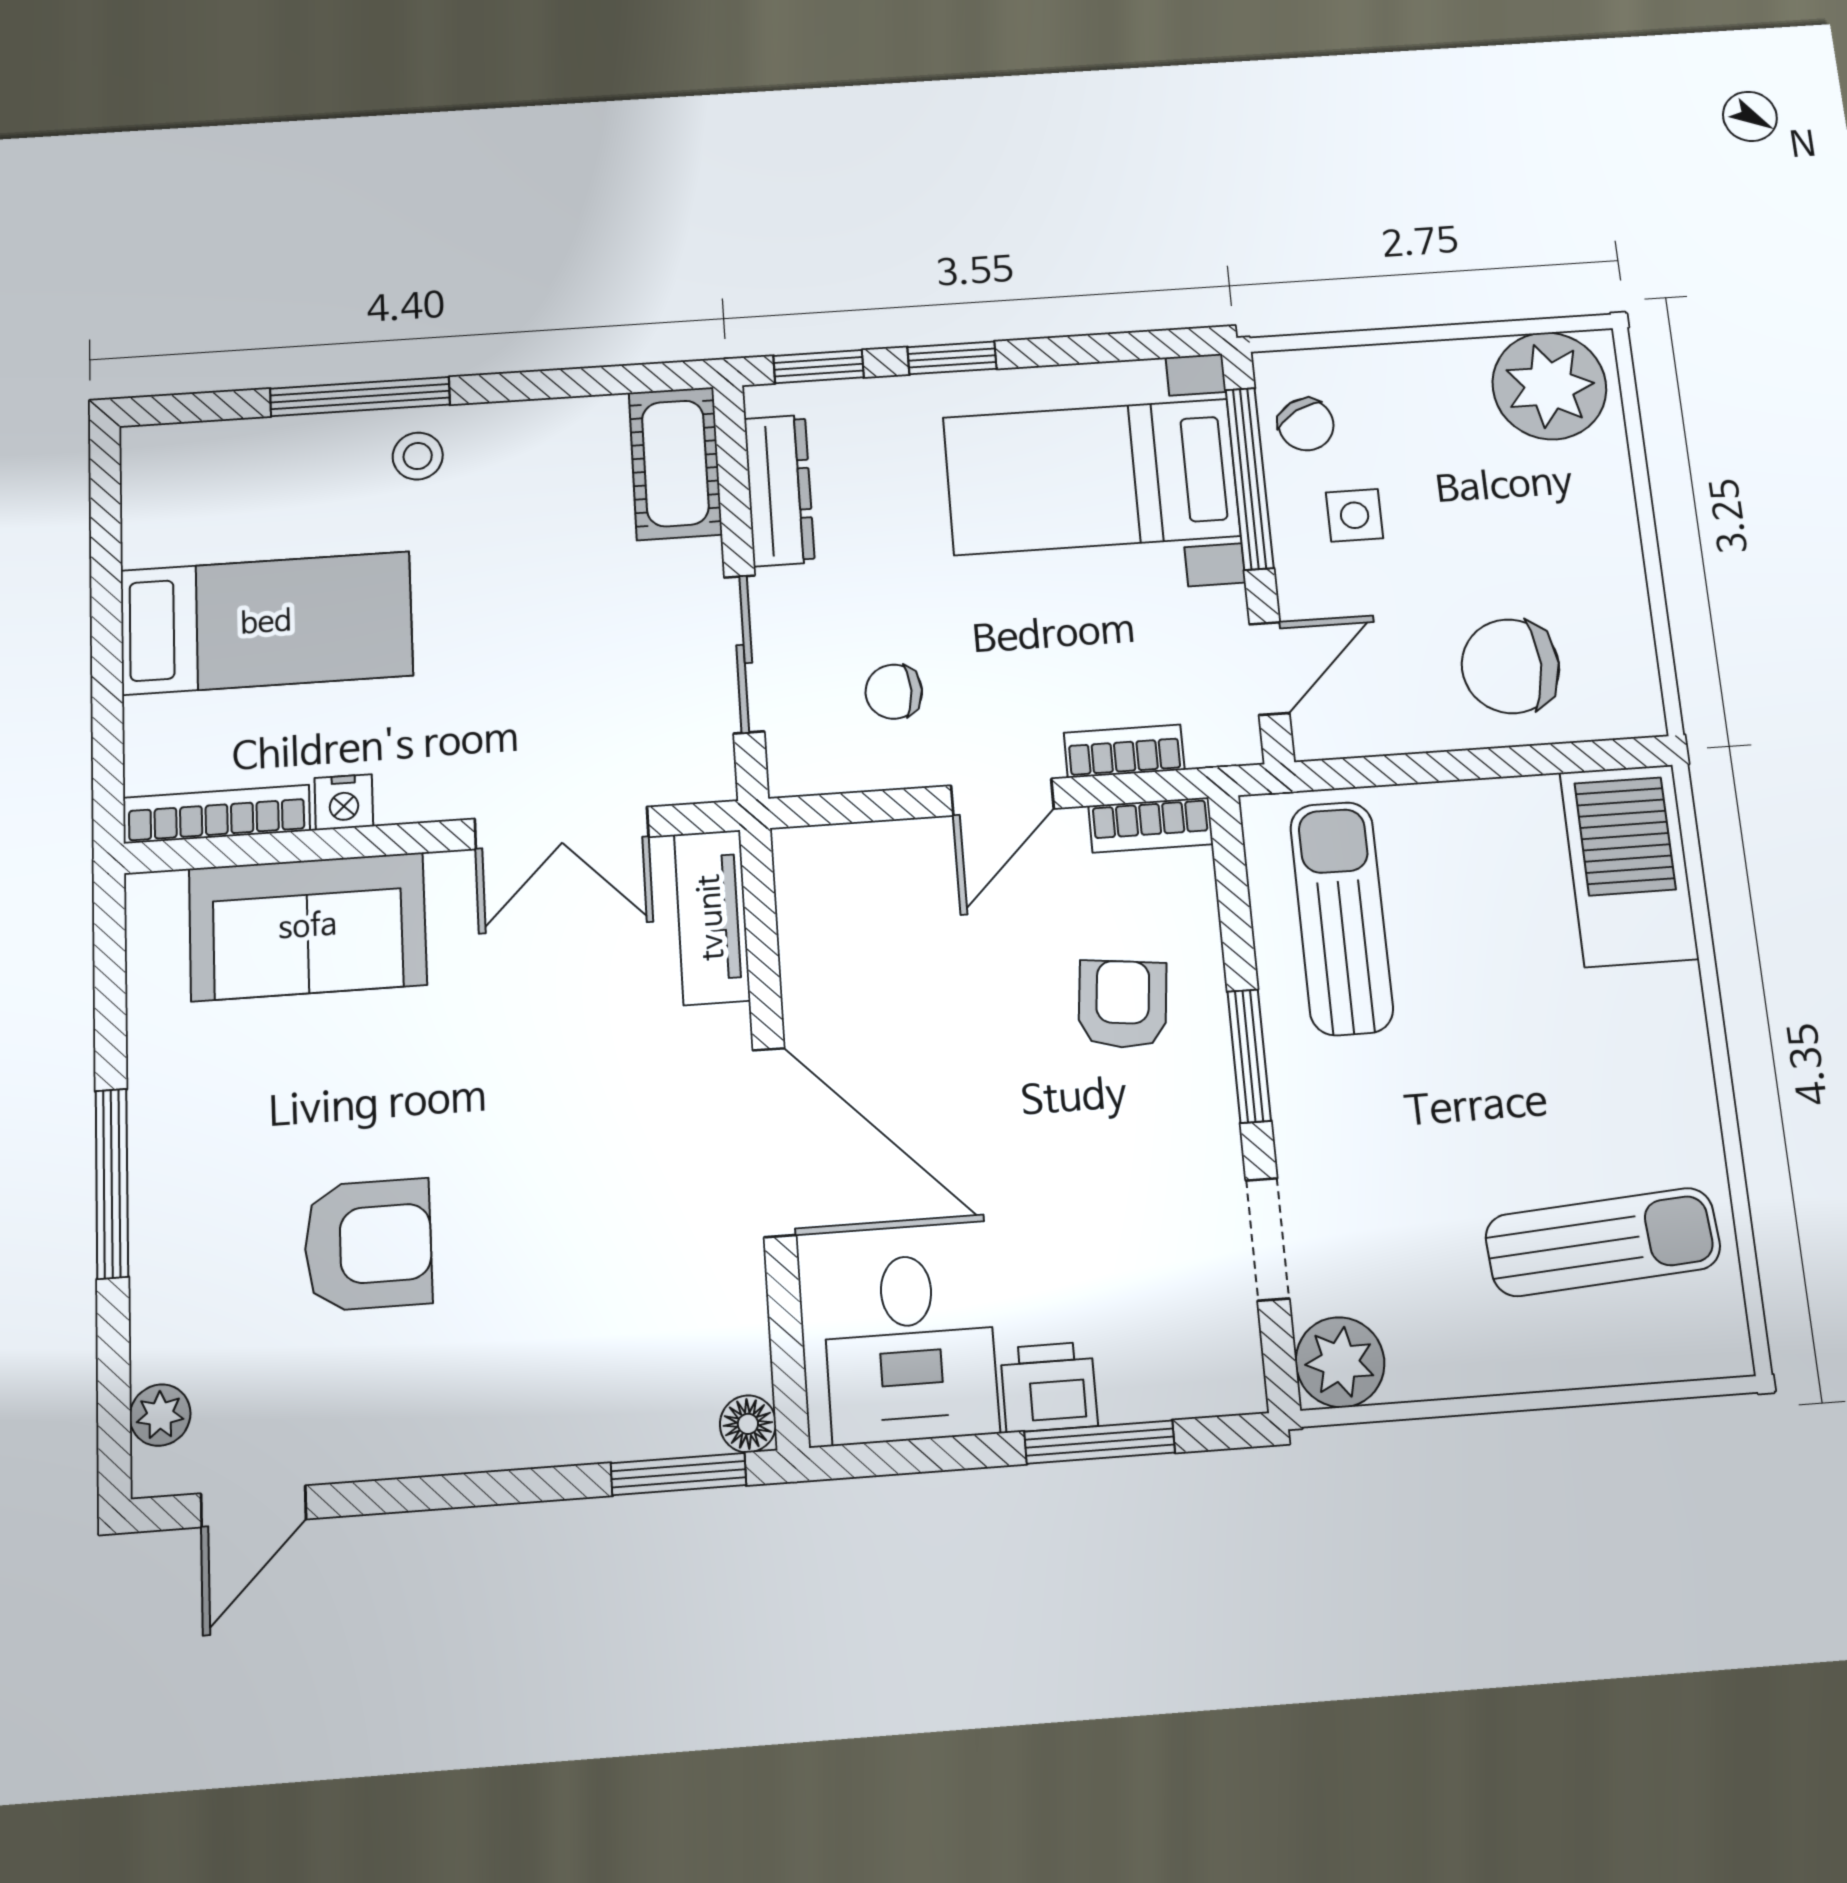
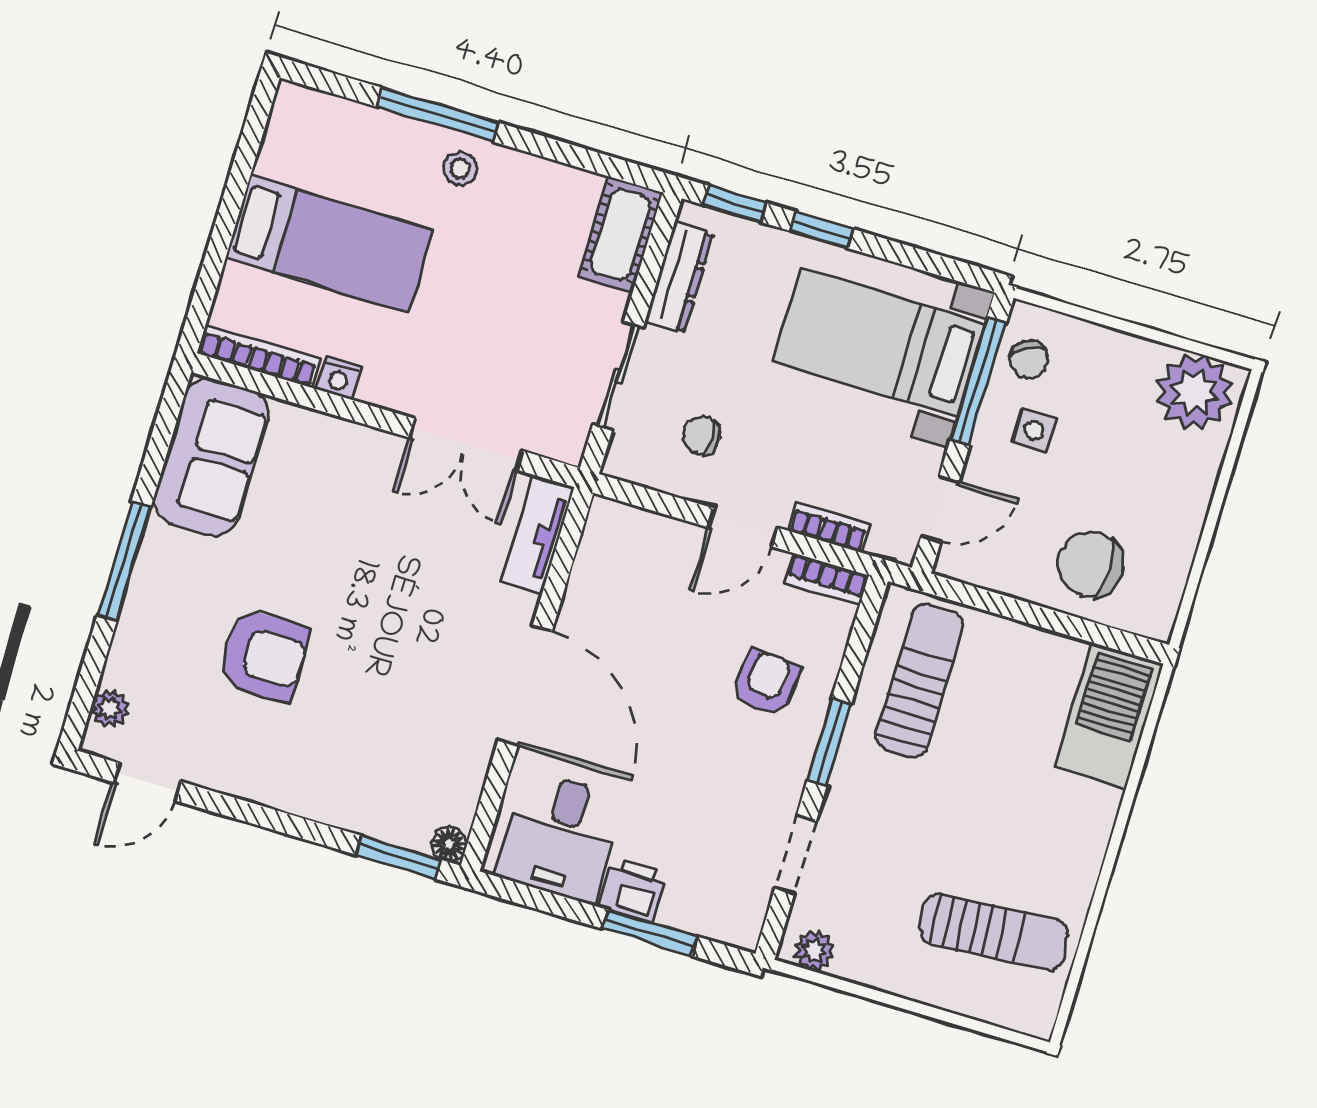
sofa: (308, 927) -> (211, 457), moved, turned -90
plant: (1340, 1362) -> (814, 951), width x0.73, depth x0.73

